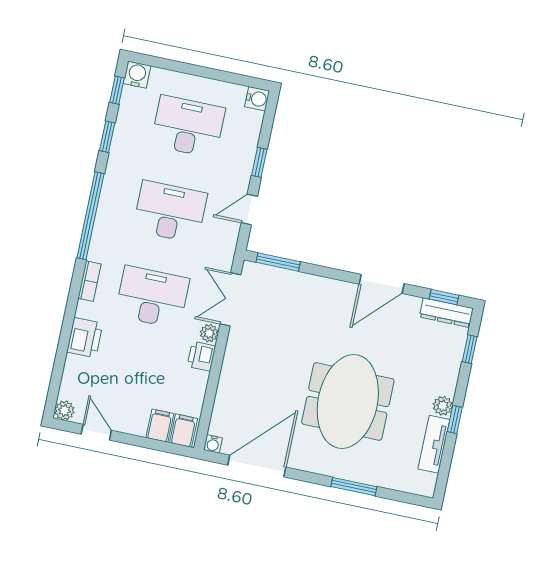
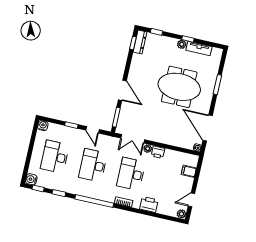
door: (382, 284) -> (122, 90), moved
filing cabinet: (184, 431) -> (191, 161), removed

